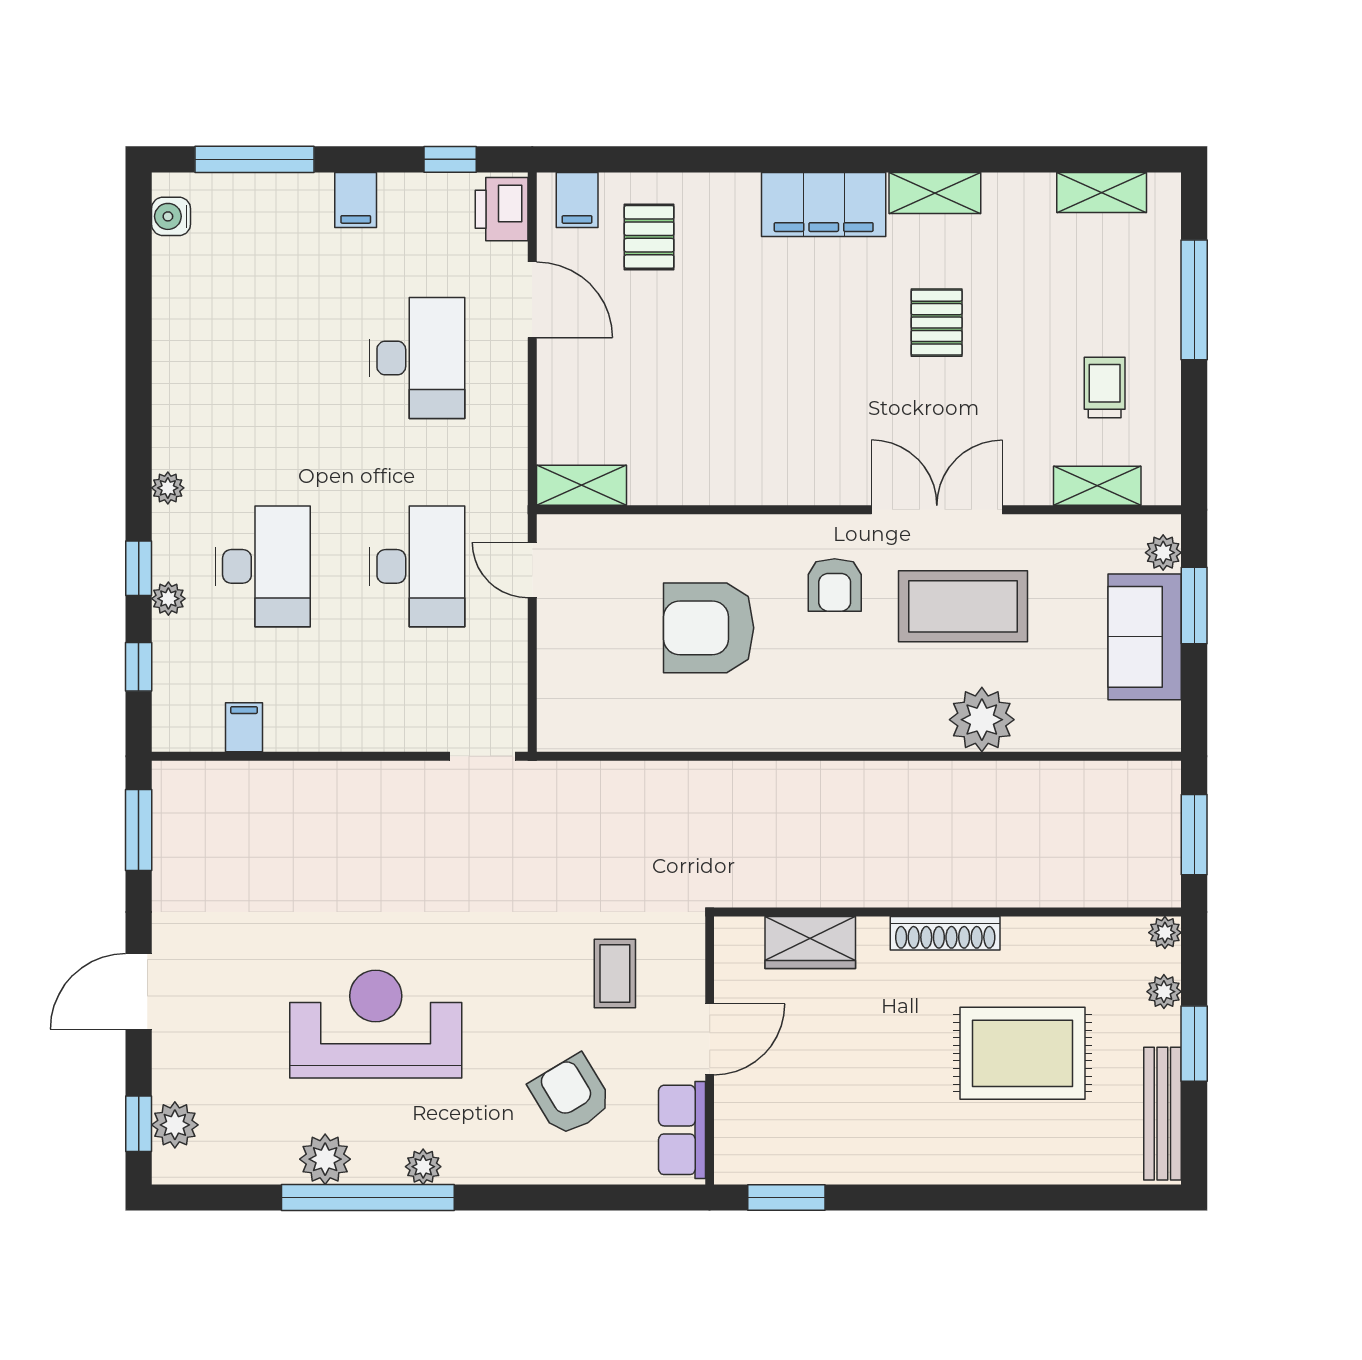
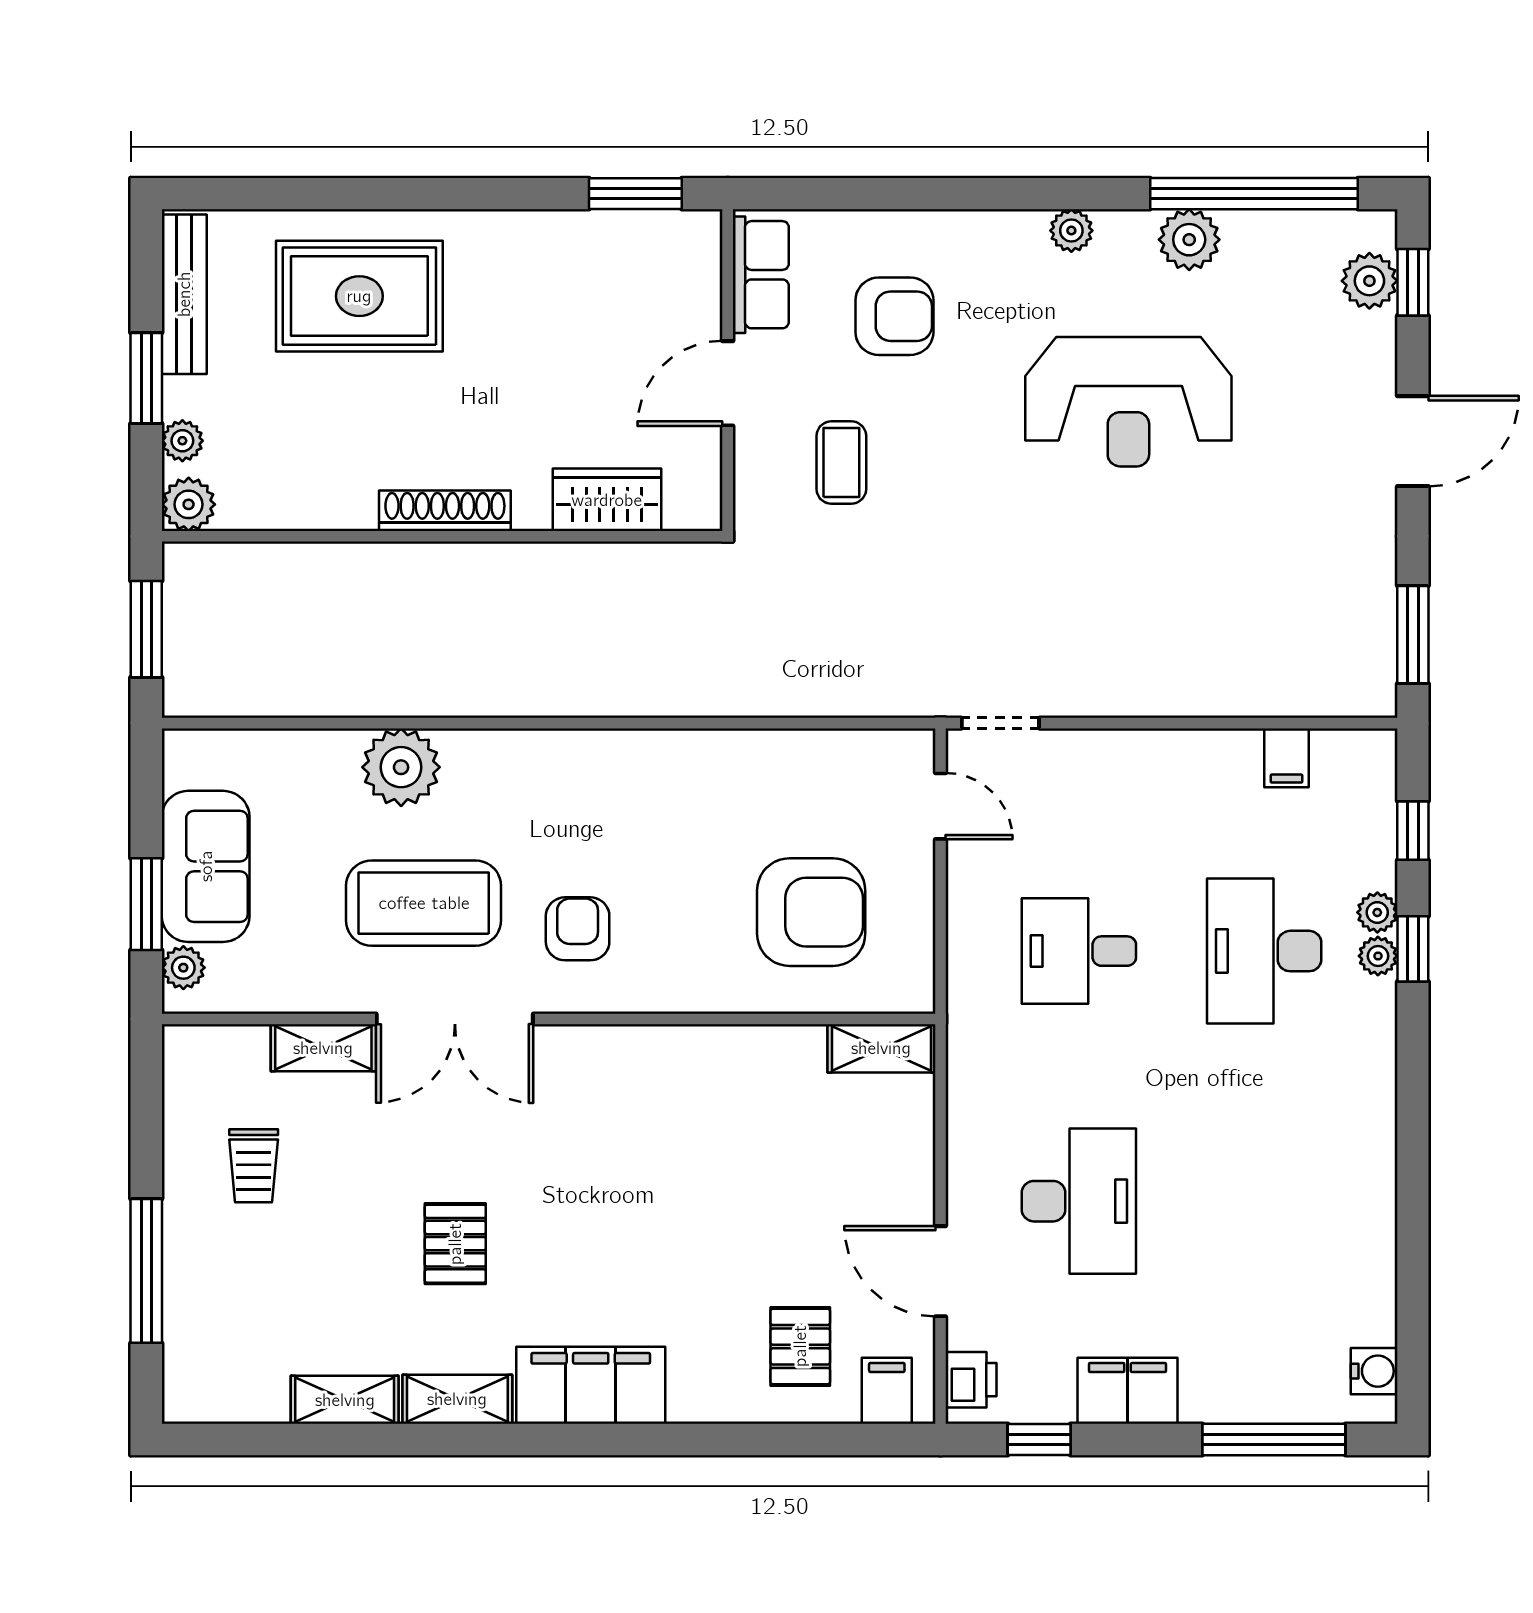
shelving: (1102, 193) -> (345, 1400), moved
filing cabinet: (356, 200) -> (1128, 1391), width x2.00
printer: (502, 209) -> (971, 1380), width x0.73, depth x0.81
desk: (417, 358) -> (1079, 1201), turned 180
shelving: (1097, 486) -> (323, 1048), moved
plant: (168, 488) -> (1378, 956), moved
desk: (417, 566) -> (1079, 951), width x0.73
door: (532, 570) -> (941, 806), moved
armchair: (709, 628) -> (811, 912), moved
plant: (1165, 933) -> (189, 504), width x1.38, depth x1.38
rug: (1022, 1053) -> (359, 296), moved
armchair: (571, 1095) -> (894, 316), turned -59
window: (368, 1197) -> (1254, 194), moved

